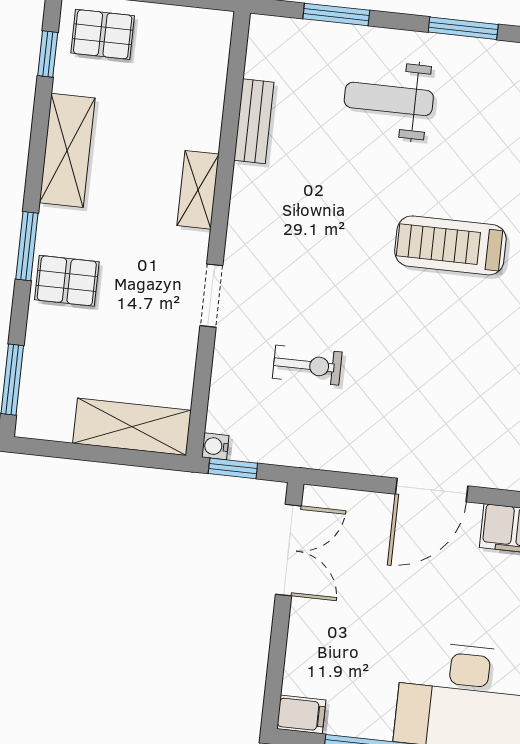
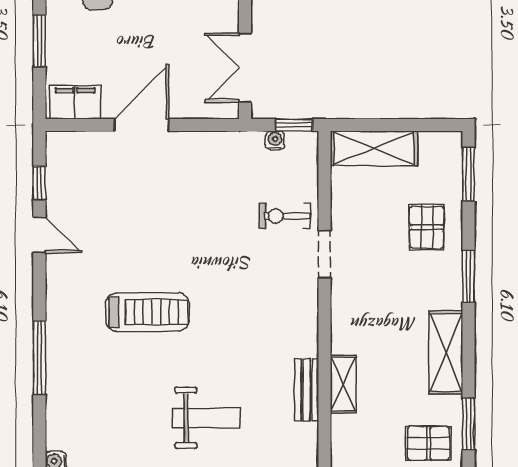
window: (48, 54) -> (468, 424), width x1.50
shelving: (198, 190) -> (343, 384), moved
pallet: (67, 281) -> (427, 227), moved, turned 90
exercise bike: (307, 365) -> (285, 216), moved
water cooler: (215, 446) -> (275, 140), moved, turned -90

